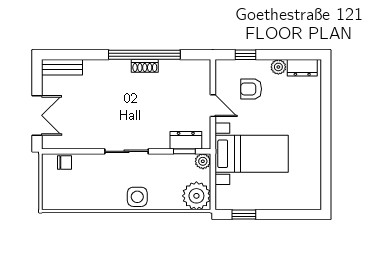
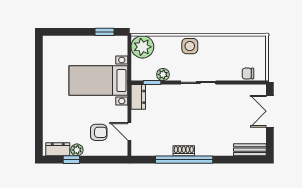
window: (245, 55) -> (71, 160), moved
door: (213, 106) -> (129, 131), moved
dresser: (186, 140) -> (138, 97), moved, turned -90
plant: (203, 161) -> (163, 74), moved

